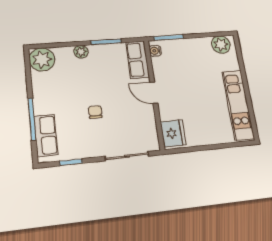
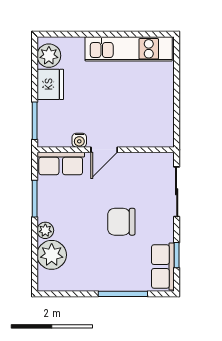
water cooler: (155, 51) -> (79, 140), moved
plant: (42, 59) -> (52, 255), moved
chair: (95, 112) -> (121, 222), width x1.87, depth x1.87
fridge: (173, 133) -> (50, 84), moved, turned 90
row of seats: (46, 135) -> (163, 266), moved, turned -90

